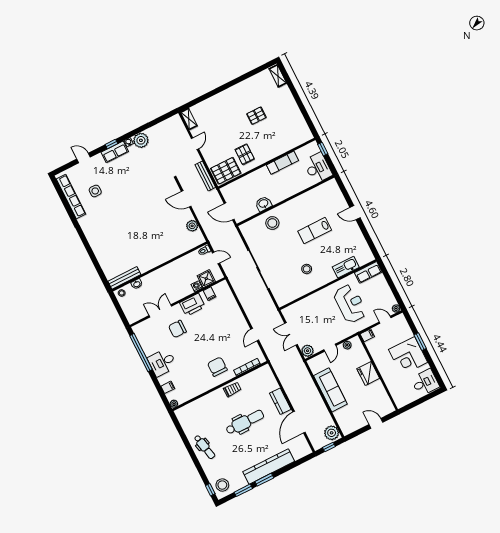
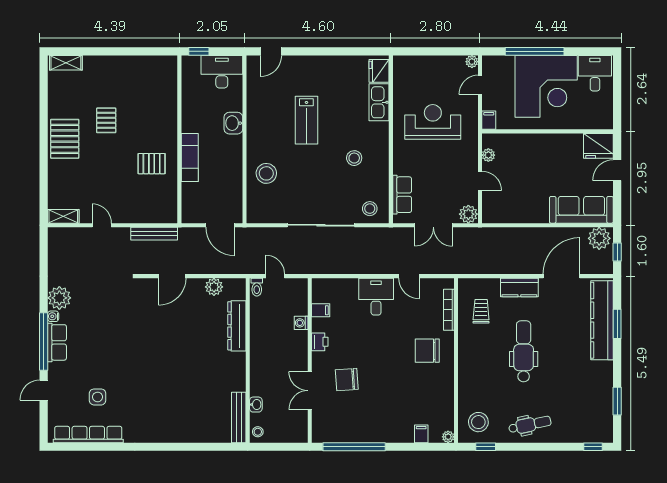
window: (111, 144) -> (44, 341), width x3.17
exam couch: (283, 163) -> (190, 157), moved
pallet: (226, 171) -> (65, 139), moved
washbasin: (263, 204) -> (233, 123), moved
door: (229, 211) -> (220, 225), hinge flipped
door: (355, 213) -> (271, 51), moved
dresser: (176, 250) -> (237, 326), added
door: (216, 258) -> (275, 276), hinge flipped
fridge: (364, 258) -> (379, 71), added
row of seats: (368, 272) -> (402, 195), moved
shower: (206, 279) -> (297, 304), removed
stool: (282, 293) -> (370, 209), added
printer: (192, 305) -> (320, 342), width x0.53, depth x0.68
chair: (177, 329) -> (347, 380), turned 86
window: (420, 342) -> (535, 51), width x2.11
corner desk: (408, 356) -> (546, 86), width x1.36, depth x1.36
desk: (162, 362) -> (376, 297), moved, turned 180
fridge: (368, 373) -> (598, 146), moved
trolley: (232, 389) -> (481, 311), moved
sofa: (330, 390) -> (581, 210), moved
door: (299, 422) -> (562, 276), swing flipped
window: (179, 428) -> (486, 447), added
kitchen counter: (269, 467) -> (602, 320), moved
window: (264, 480) -> (617, 324), moved
stool: (222, 485) -> (478, 422), moved

